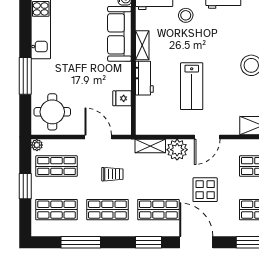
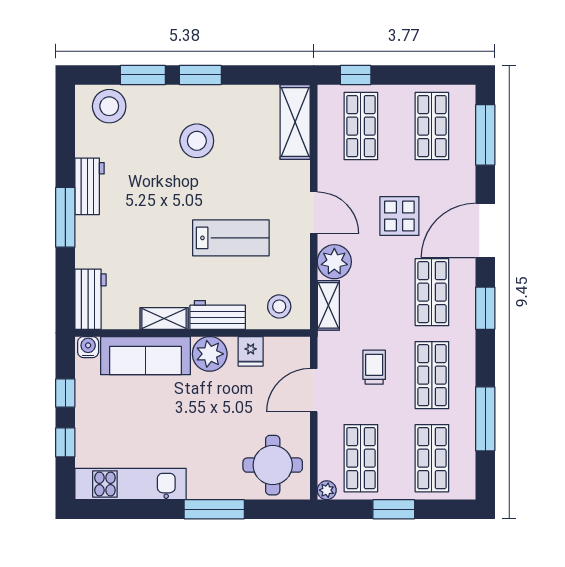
stool: (186, 15) -> (279, 306), moved
plant: (121, 73) -> (210, 354), added

